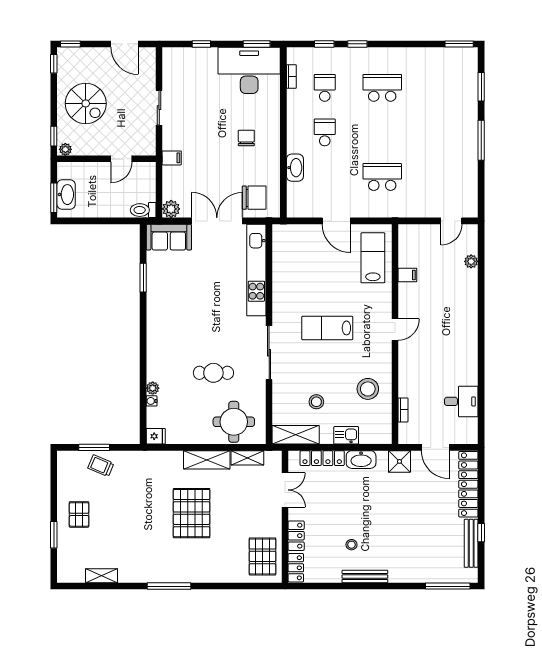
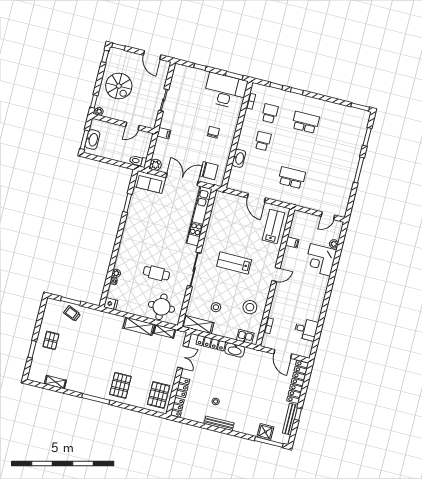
corner desk: (457, 291) -> (320, 260), added
kitchen sink: (346, 435) -> (245, 337), moved
shower: (399, 461) -> (265, 432), moved
pallet: (192, 513) -> (120, 385), moved, width x0.73, depth x0.71

